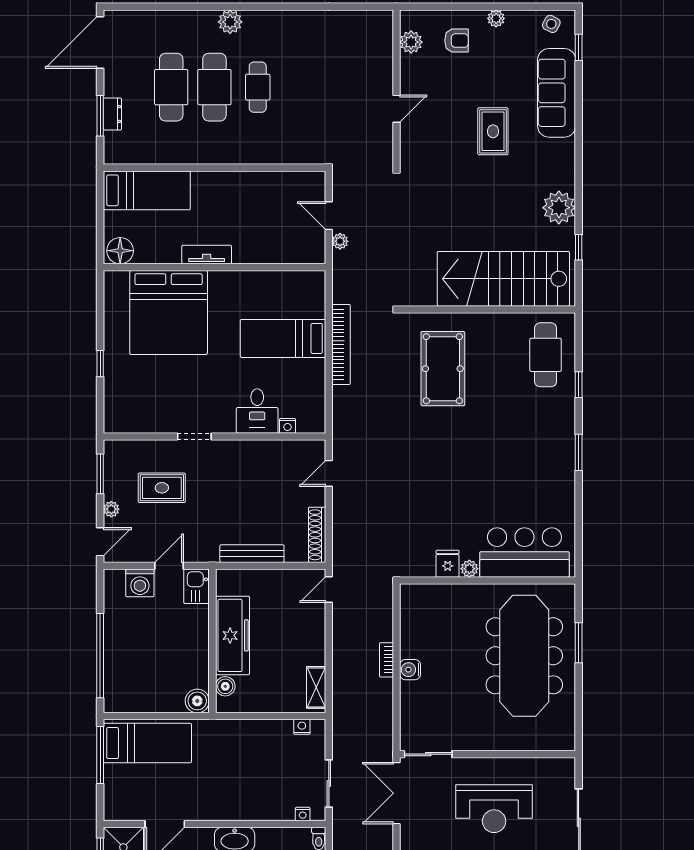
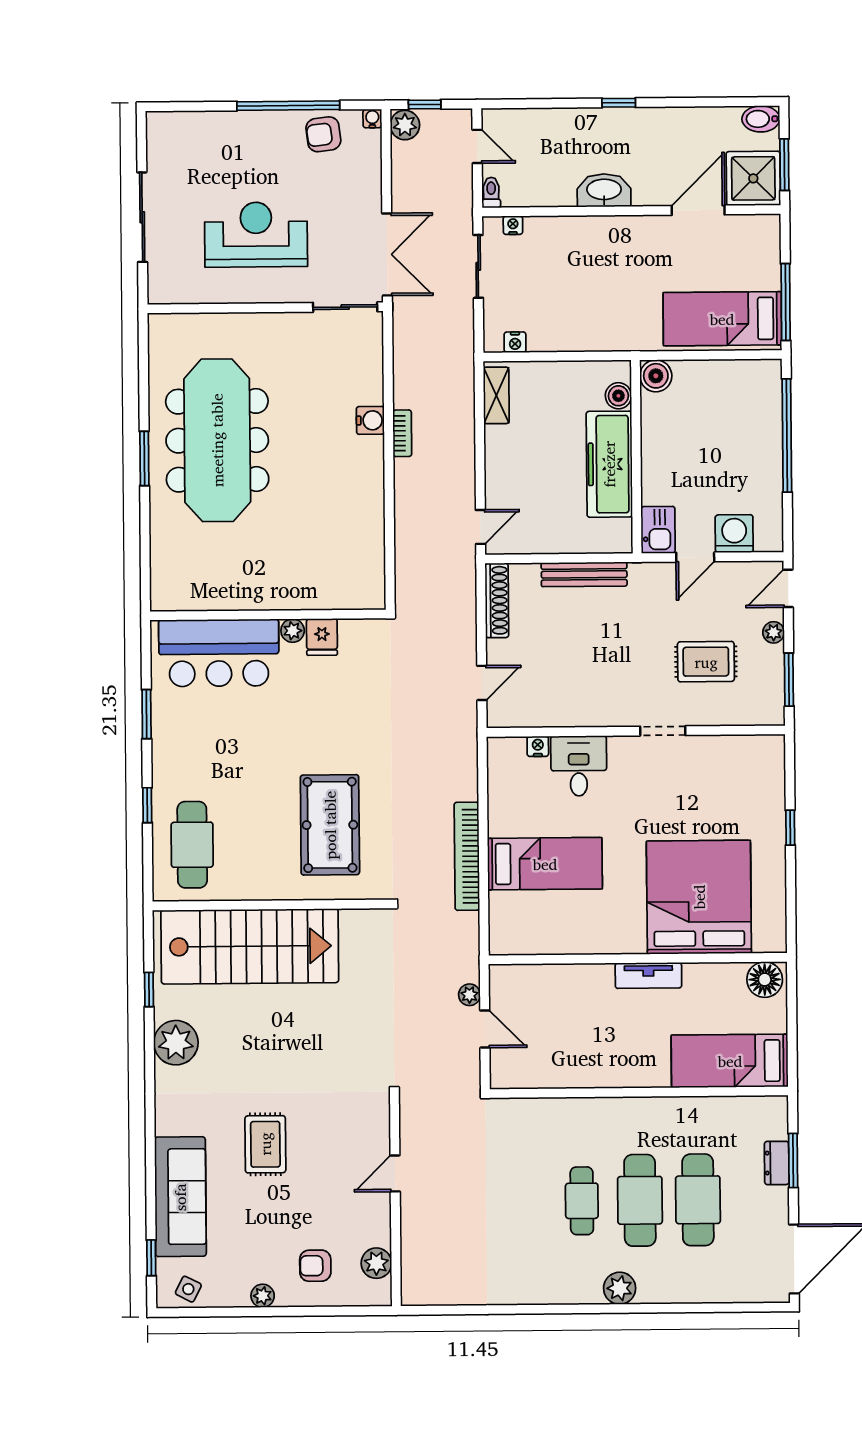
bar counter: (524, 553) -> (219, 653), moved
fridge: (448, 564) -> (322, 637), moved
plant: (469, 569) -> (293, 631), moved
wall: (488, 581) -> (268, 615), moved

